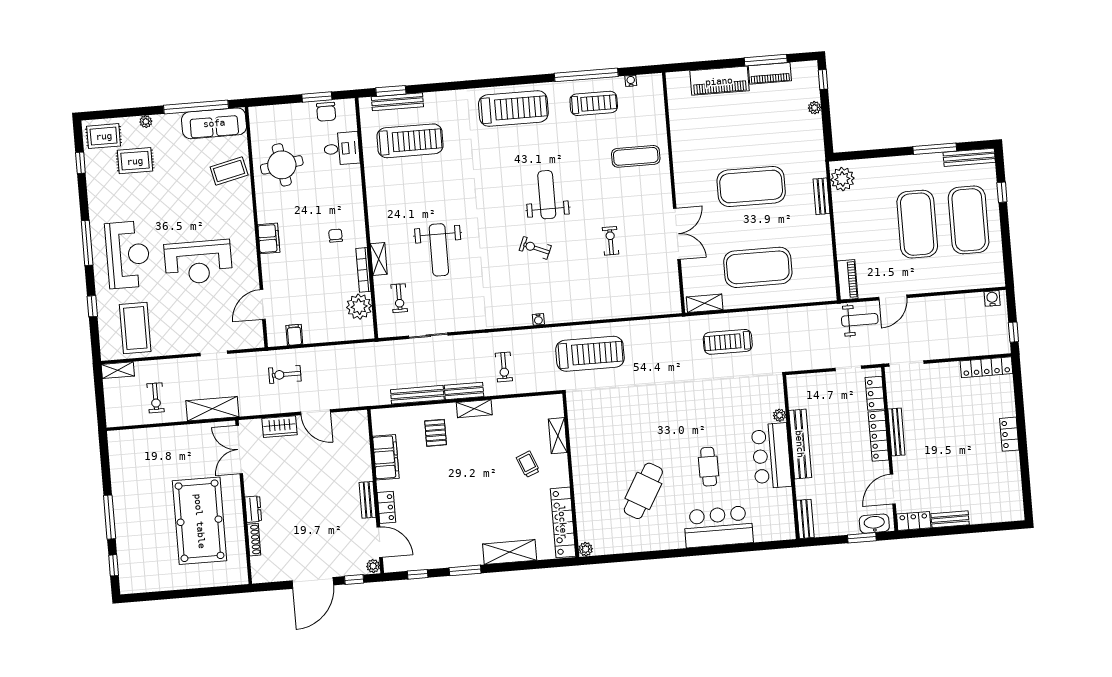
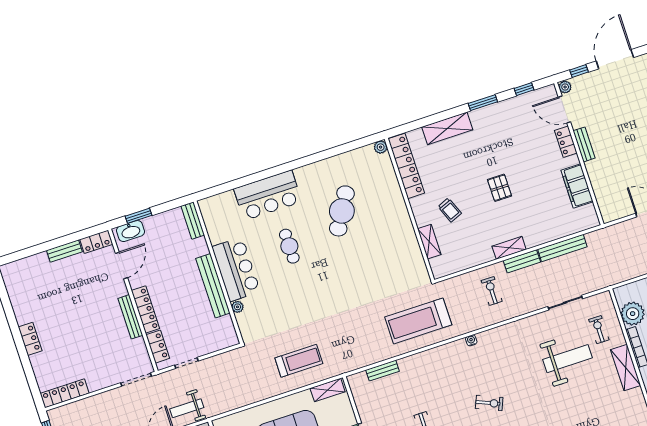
weight bench: (439, 250) -> (567, 359), moved, turned 90
shelving: (379, 259) -> (626, 368), width x1.50, depth x1.33
bench: (641, 310) -> (383, 371), added
pallet: (436, 433) -> (500, 188), moved

